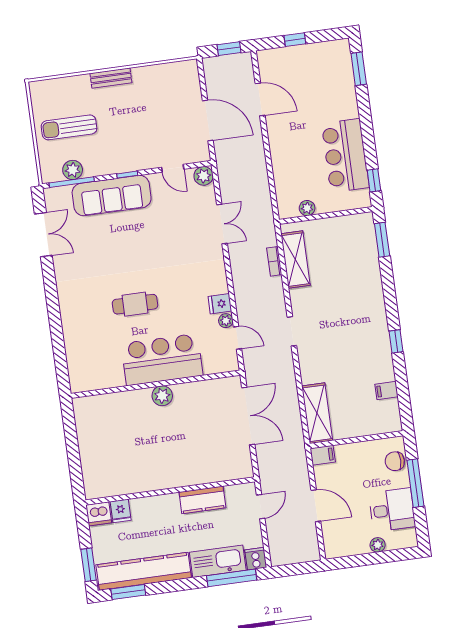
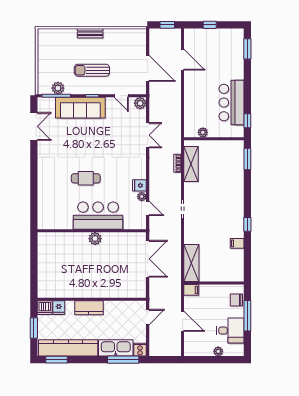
sun lounger: (69, 127) -> (92, 70), moved
filing cabinet: (387, 390) -> (237, 243), moved
kitchen counter: (202, 500) -> (89, 308), moved
window: (89, 565) -> (34, 328), moved

